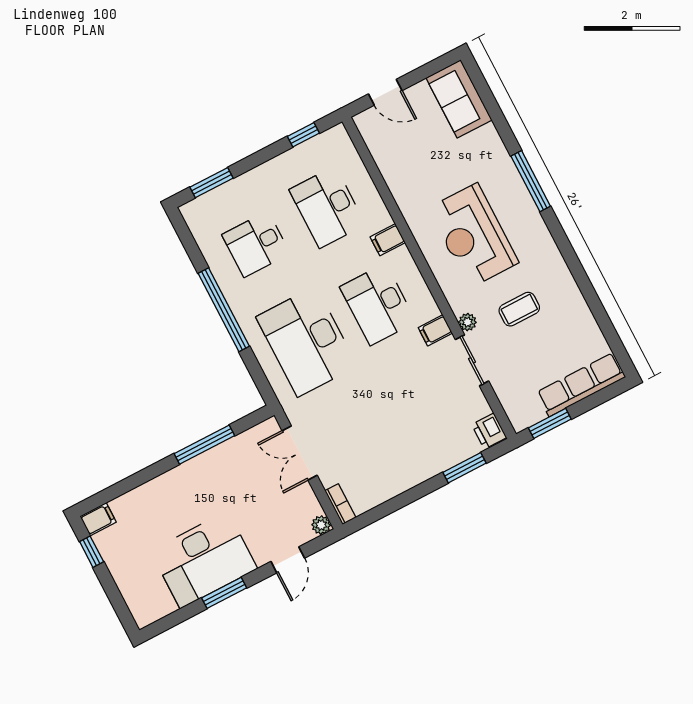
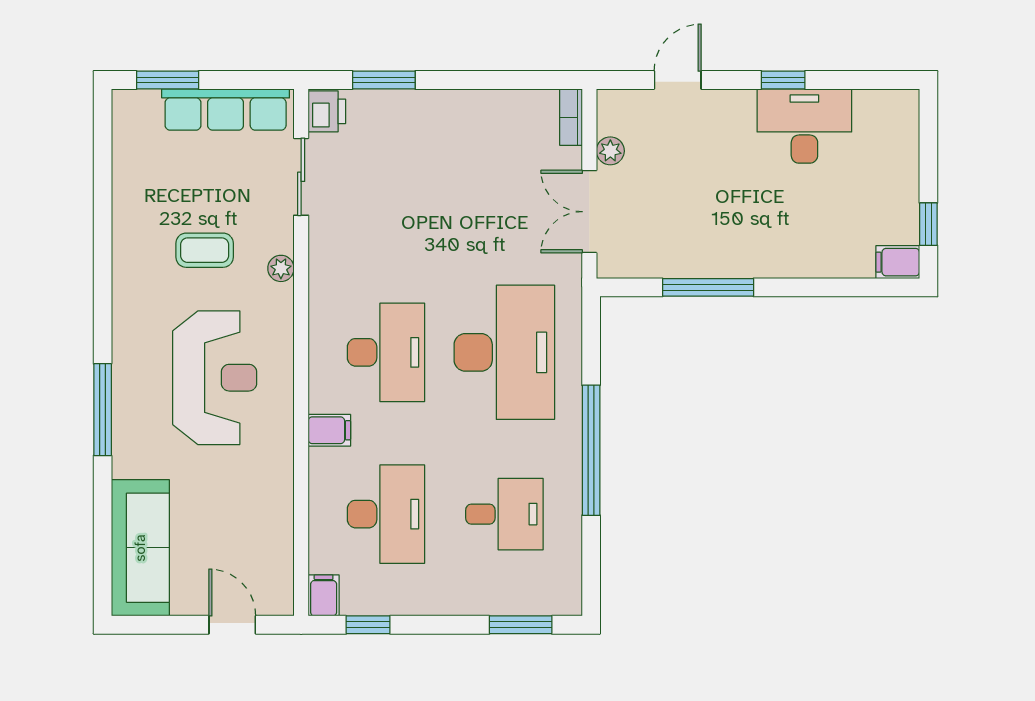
sofa: (459, 99) -> (140, 548), width x1.36
filing cabinet: (435, 330) -> (324, 595), moved, turned -90
sliding door: (472, 360) -> (301, 177), moved
row of seats: (581, 385) -> (226, 109), moved
window: (550, 423) -> (168, 80), moved
double door: (300, 453) -> (589, 212), swing flipped
plant: (321, 525) -> (610, 151), moved
desk: (204, 560) -> (804, 126), width x0.73, depth x0.77
window: (224, 593) -> (783, 80), width x0.67

